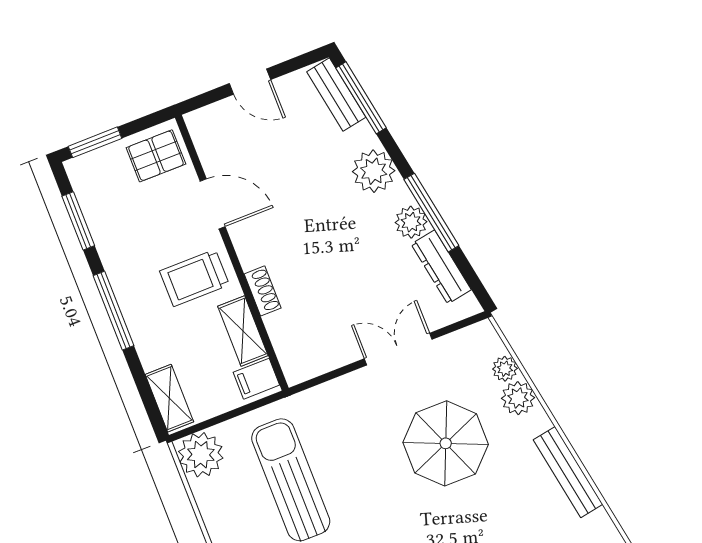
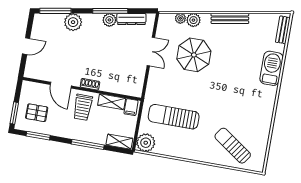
bench: (336, 95) -> (49, 19), removed
pallet: (156, 156) -> (37, 113), moved, turned 90
plant: (374, 171) -> (73, 22), moved
door: (213, 204) -> (61, 85), swing flipped
shoe rack: (263, 291) -> (90, 84), moved
window: (113, 311) -> (88, 144), moved
double door: (398, 349) -> (151, 51), swing flipped

